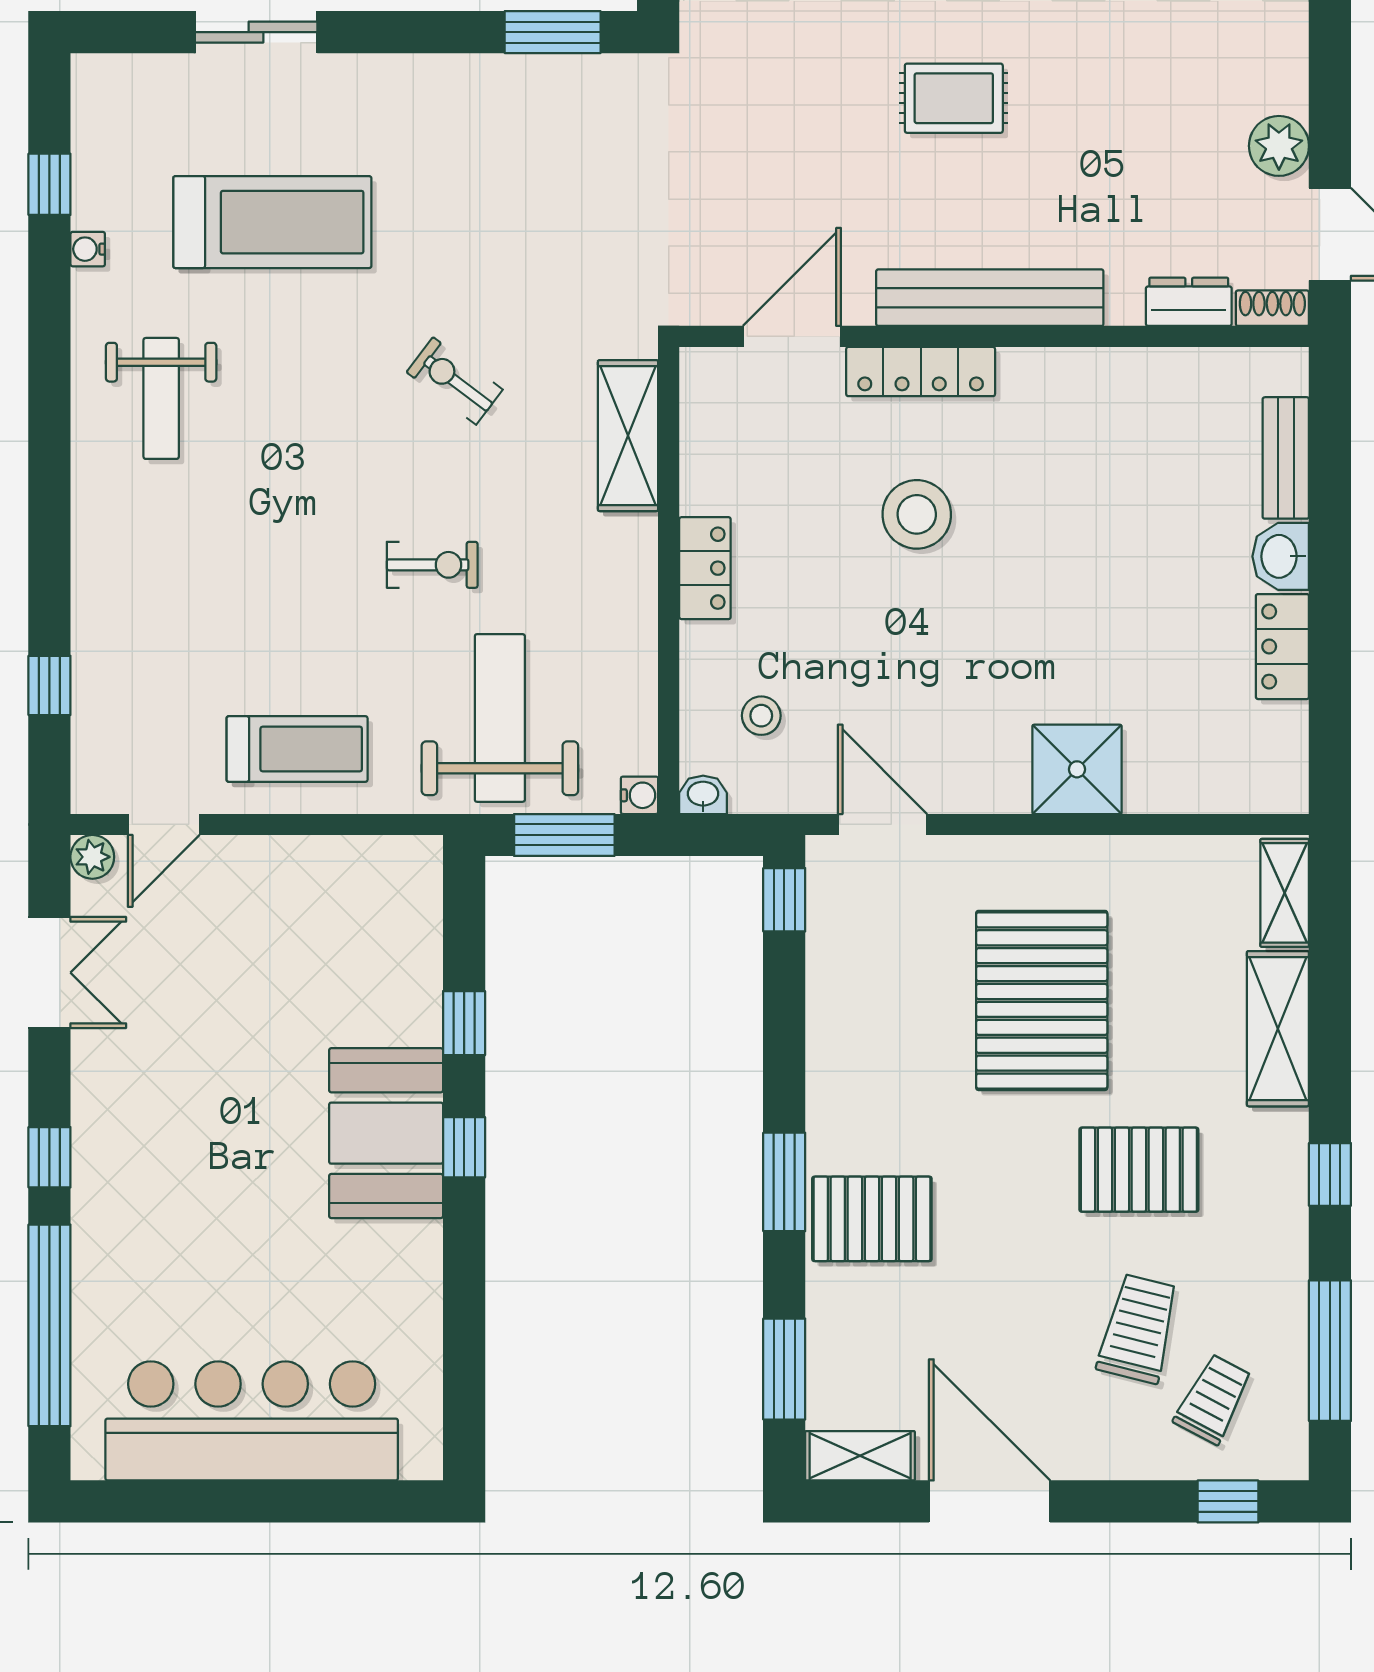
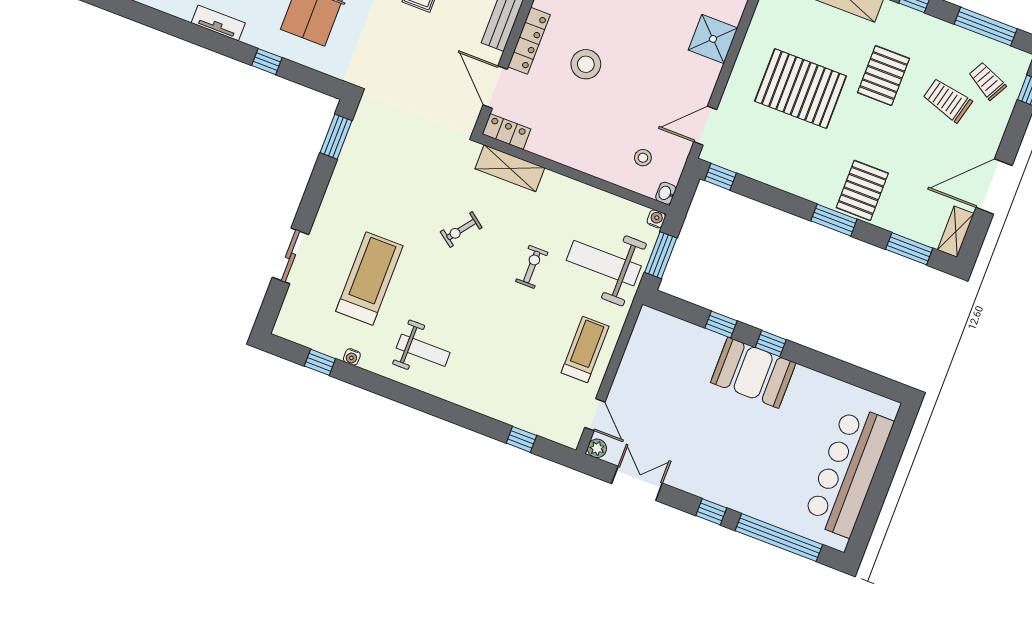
locker: (705, 568) -> (506, 132), moved

